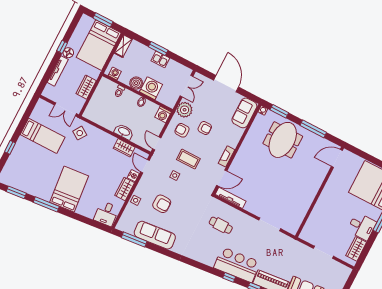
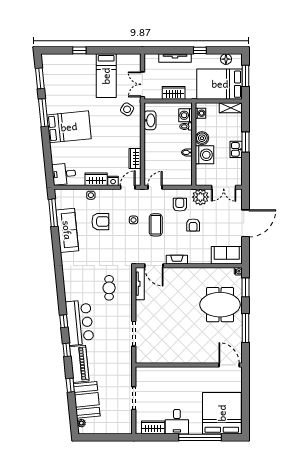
floor lamp: (68, 53) -> (226, 59), moved
washing machine: (163, 114) -> (185, 115), moved
washbasin: (124, 132) -> (150, 120), moved
armchair: (162, 204) -> (100, 222), turned -91

